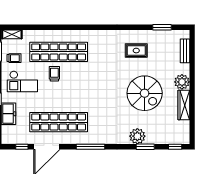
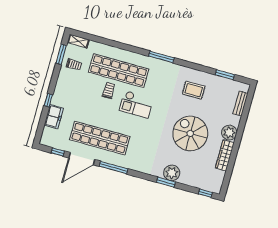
window: (96, 27) -> (161, 57), added
checkout: (22, 81) -> (136, 104), moved
spiral stairs: (145, 93) -> (190, 133), turned 180
window: (90, 147) -> (114, 168), moved
window: (145, 147) -> (166, 182), moved

